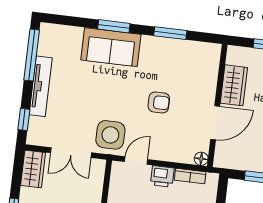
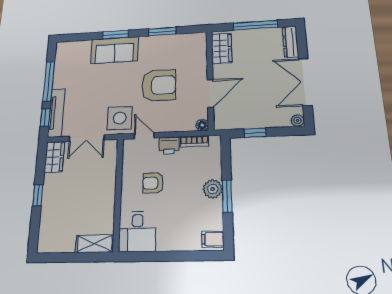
window: (32, 55) -> (49, 81), moved
wardrobe: (234, 85) -> (222, 48), moved
tv unit: (41, 86) -> (56, 113), moved
armchair: (159, 102) -> (159, 85), width x1.88, depth x1.88
door: (136, 161) -> (144, 136), hinge flipped

